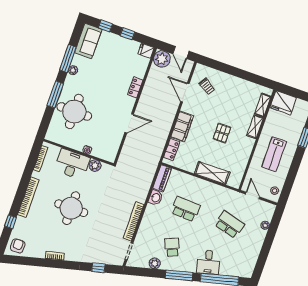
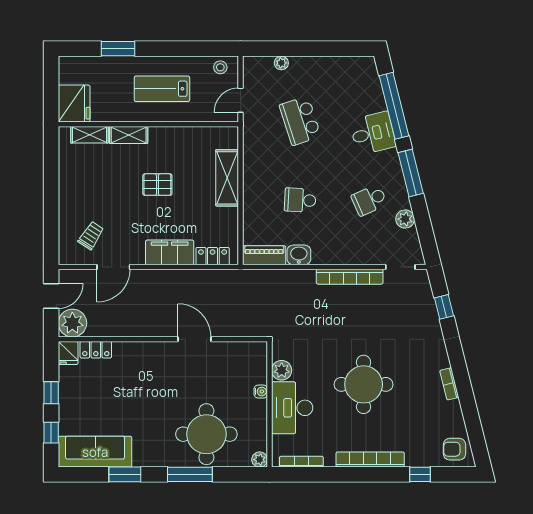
sofa: (88, 41) -> (95, 452), width x1.36
window: (68, 59) -> (125, 474), width x0.69
plant: (73, 70) -> (260, 460), moved
locker: (135, 87) -> (96, 350), moved
lab bench: (274, 154) -> (162, 89), turned 180
school desk: (186, 209) -> (300, 200), width x0.54
school desk: (229, 224) -> (300, 121), turned -33

